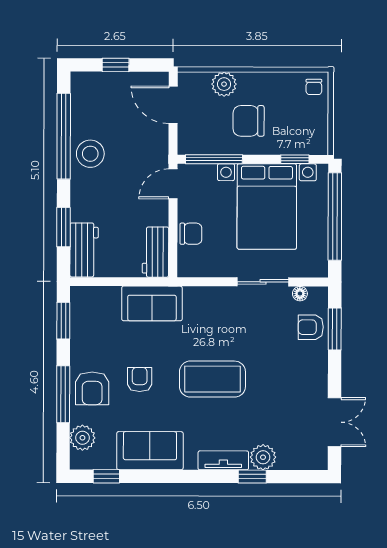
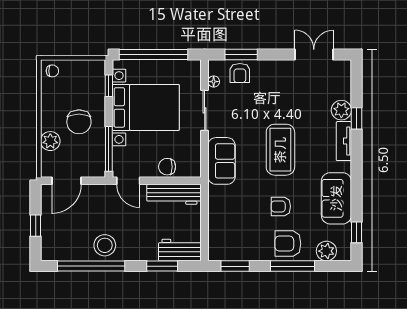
chair: (191, 234) -> (167, 167), turned -90
workbench: (155, 252) -> (174, 194), width x1.38
sofa: (152, 303) -> (222, 161), moved
armchair: (92, 388) -> (288, 244), turned 180

